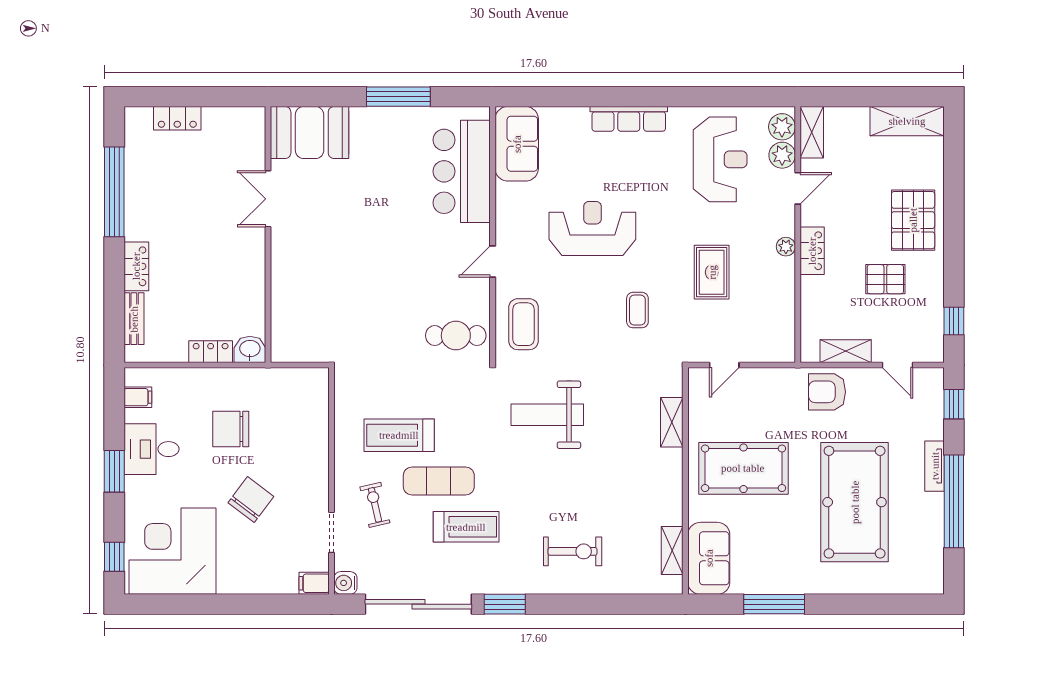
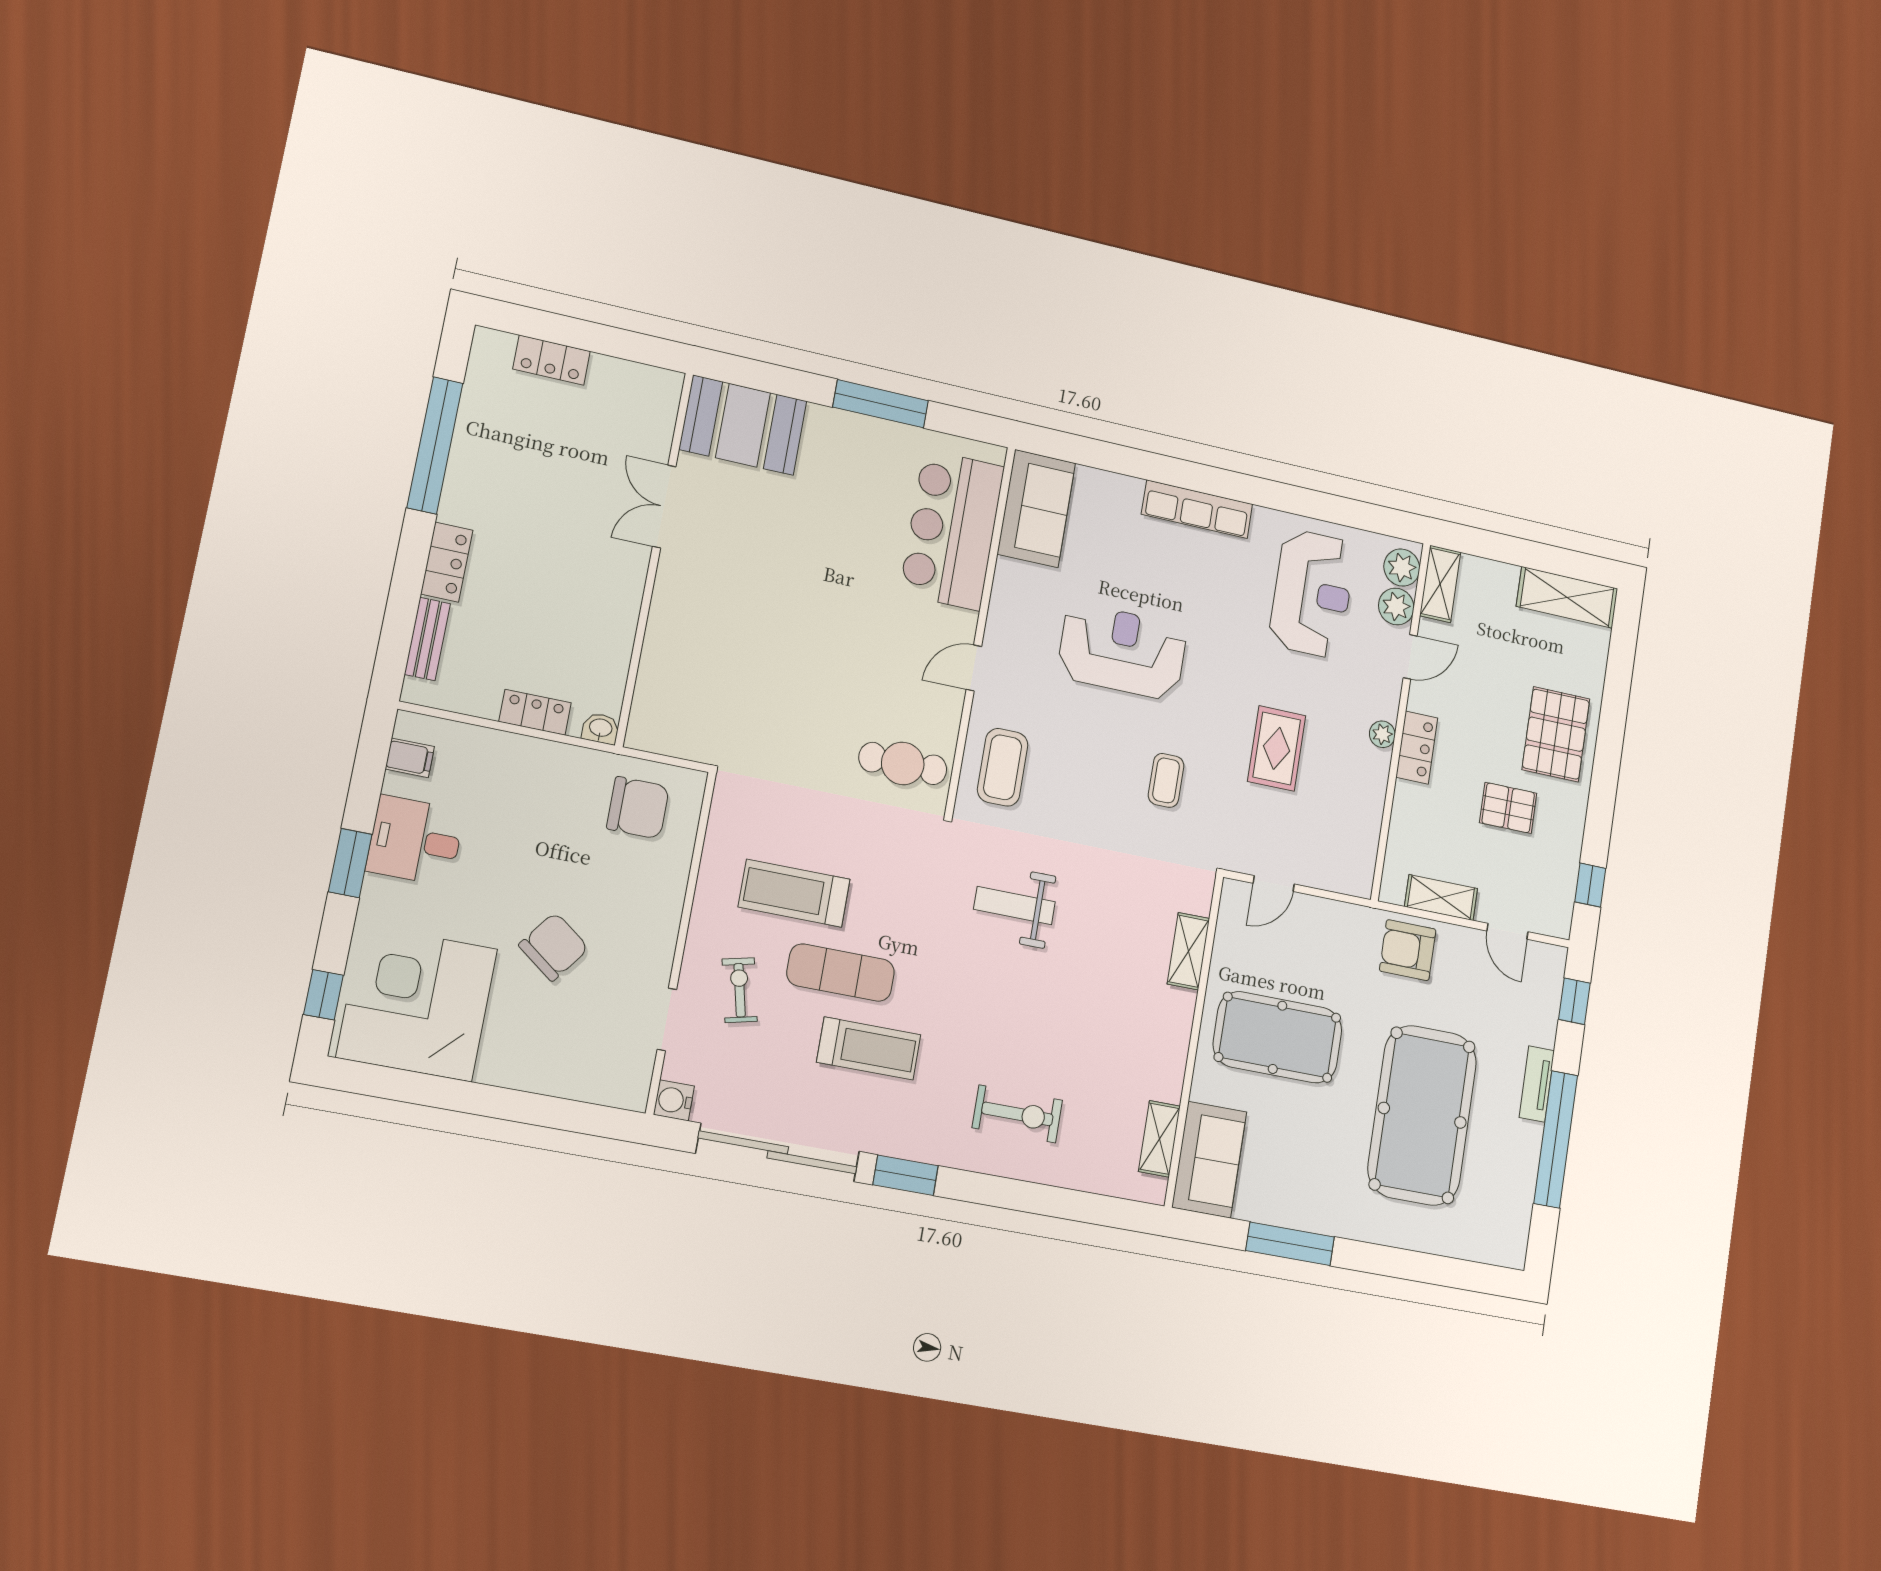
washbasin: (250, 349) -> (601, 728), width x0.72, depth x0.69
weight bench: (547, 415) -> (1014, 905), width x0.73, depth x0.75
chair: (231, 429) -> (638, 808), moved, turned 180
filing cabinet: (314, 583) -> (626, 1092), removed

